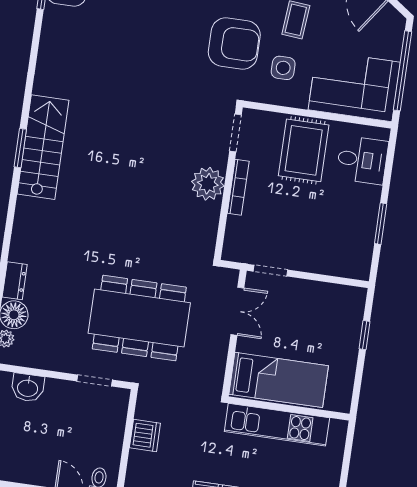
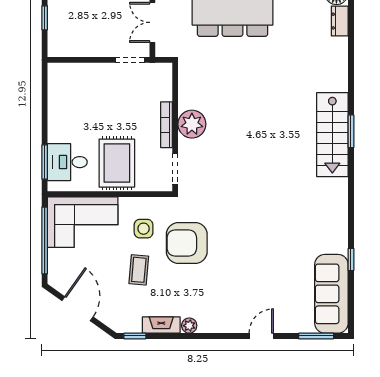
window: (381, 224) -> (45, 162), moved

